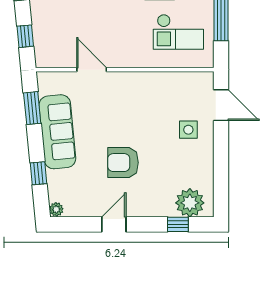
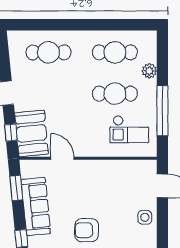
booth: (52, 37) -> (32, 133), added
side table: (188, 130) -> (145, 217), moved

